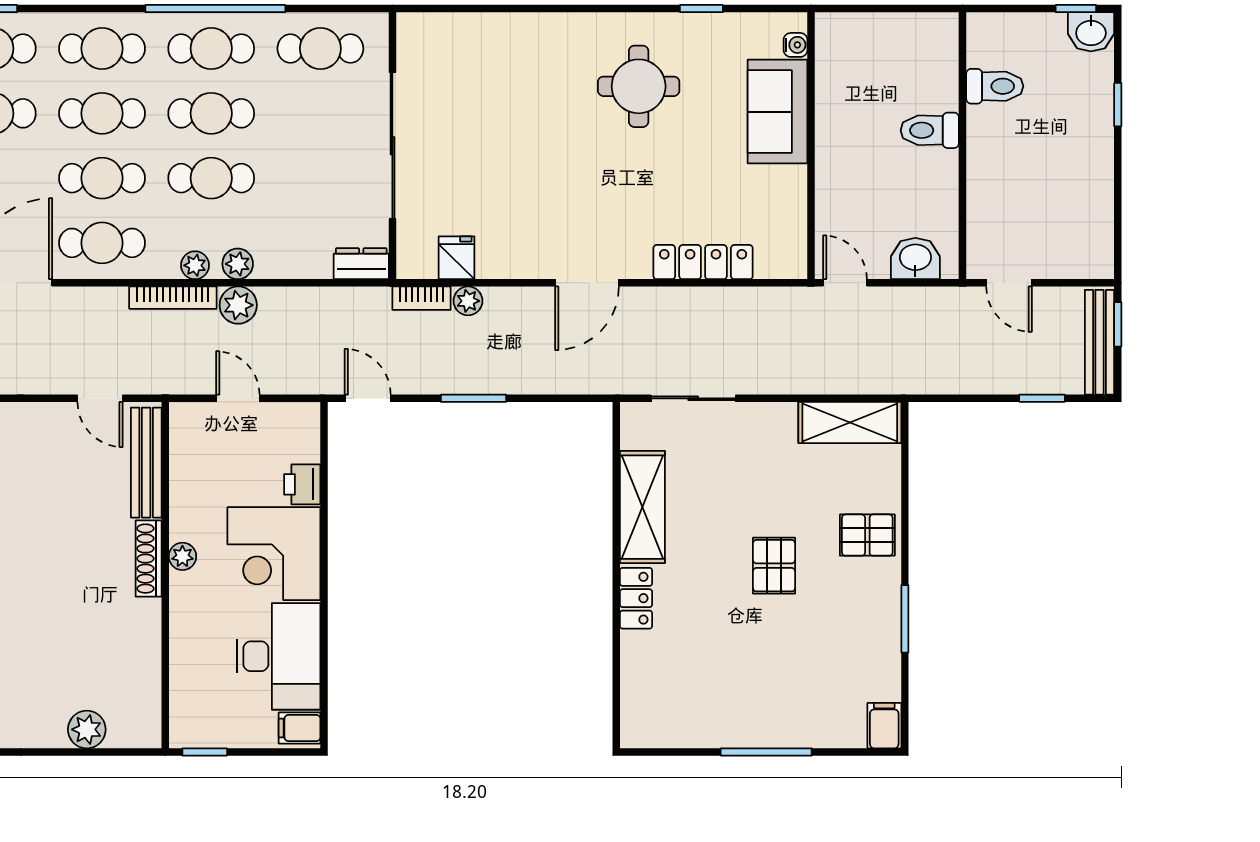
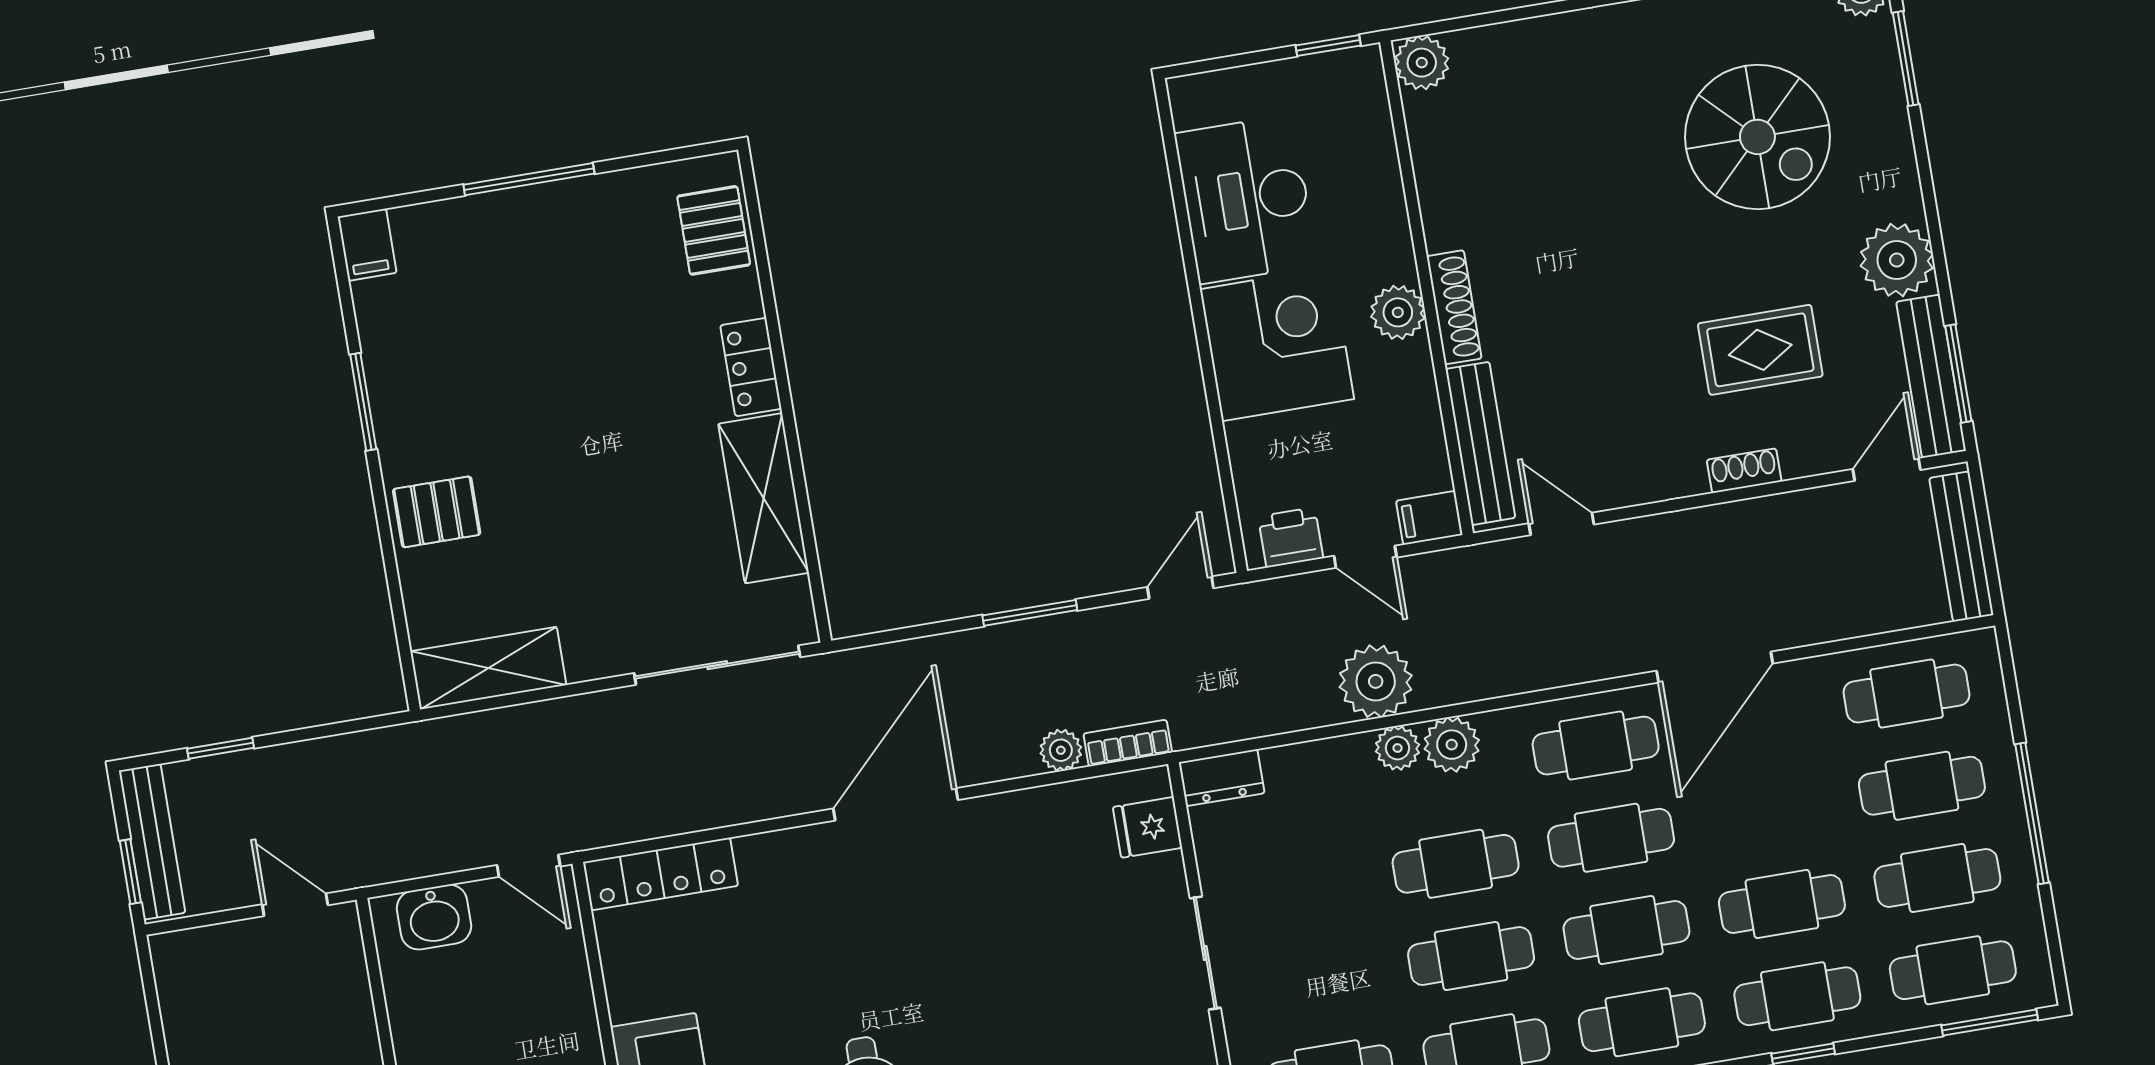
sliding door: (392, 146) -> (1205, 953), width x0.54
fridge: (456, 258) -> (1148, 827), moved, turned 90
locker: (703, 262) -> (660, 874), moved
plant: (195, 265) -> (1452, 745), width x1.38, depth x1.38
door: (587, 283) -> (896, 804), width x1.36
bookcase: (173, 298) -> (1482, 685), removed
plant: (238, 305) -> (1376, 681), width x1.36, depth x1.36
door: (368, 398) -> (1180, 588), swing flipped
sliding door: (693, 398) -> (717, 665), width x1.37
printer: (302, 484) -> (1291, 537), moved, turned -90
plant: (182, 556) -> (1398, 312), width x1.38, depth x1.38
pallet: (774, 566) -> (714, 230), moved
filing cabinet: (299, 728) -> (1429, 518), moved, turned 180
plant: (87, 729) -> (1422, 63), moved

